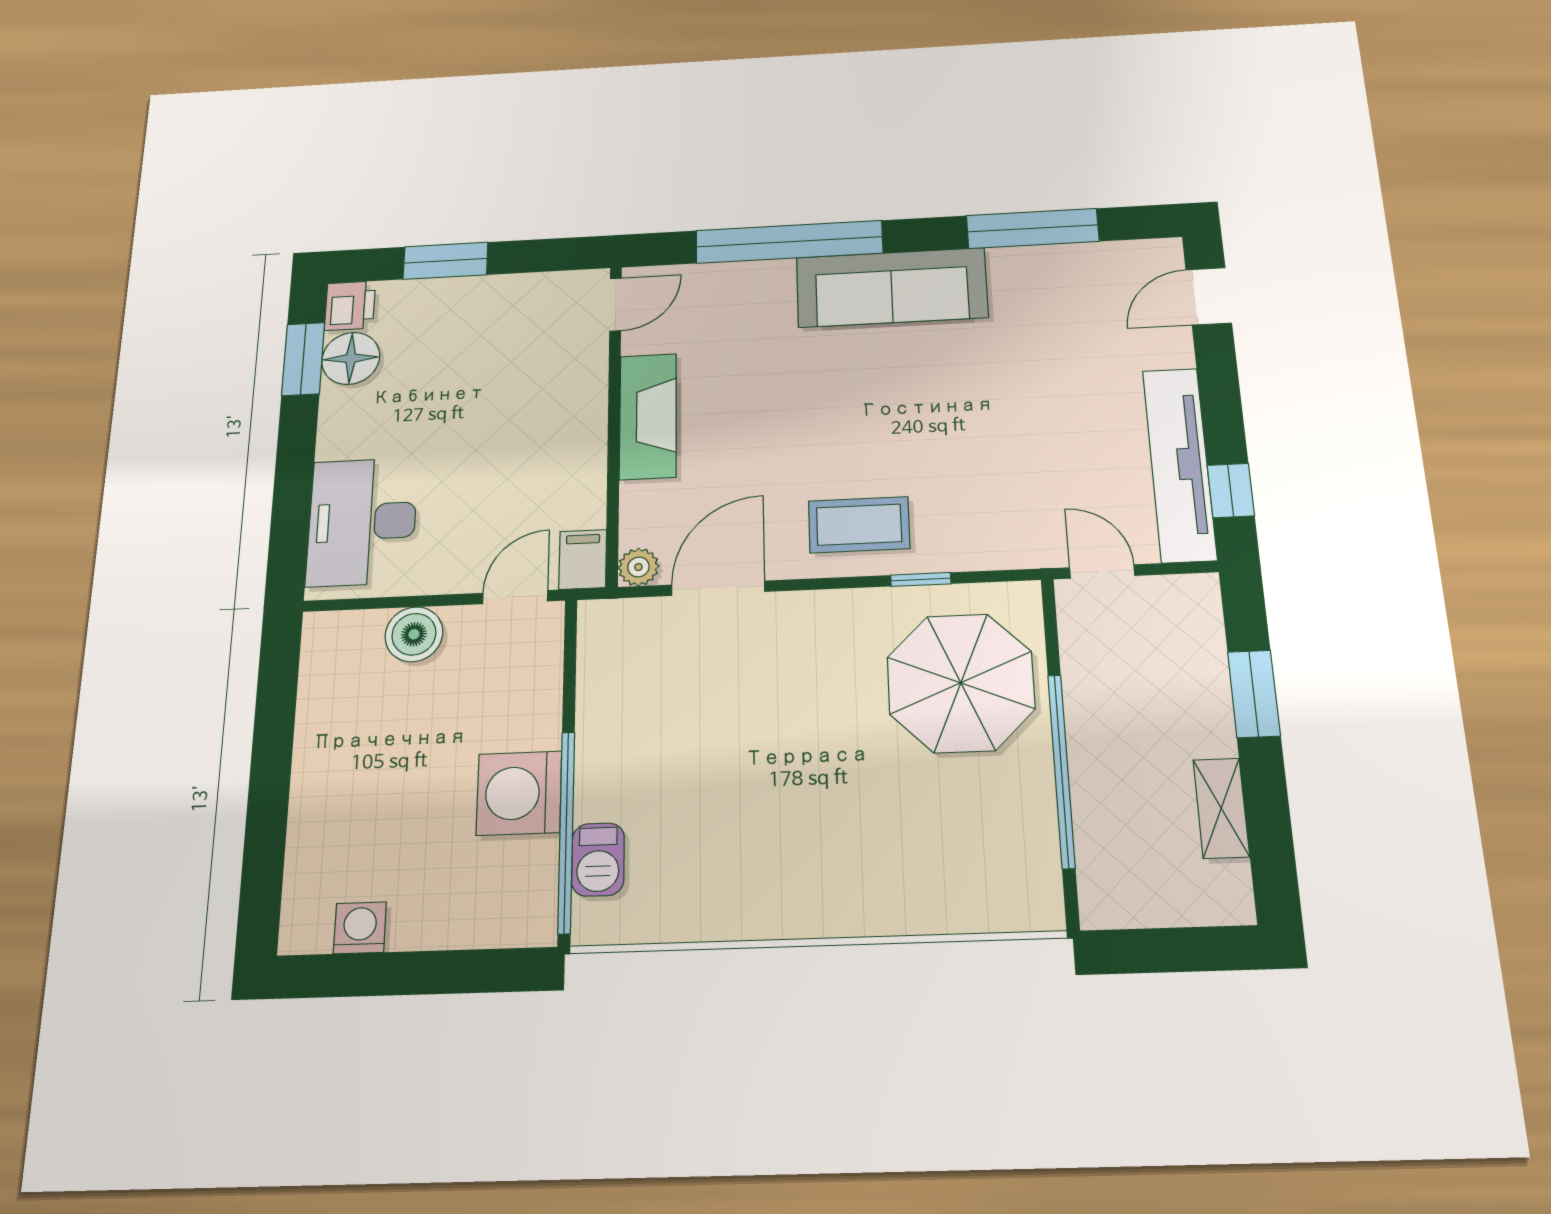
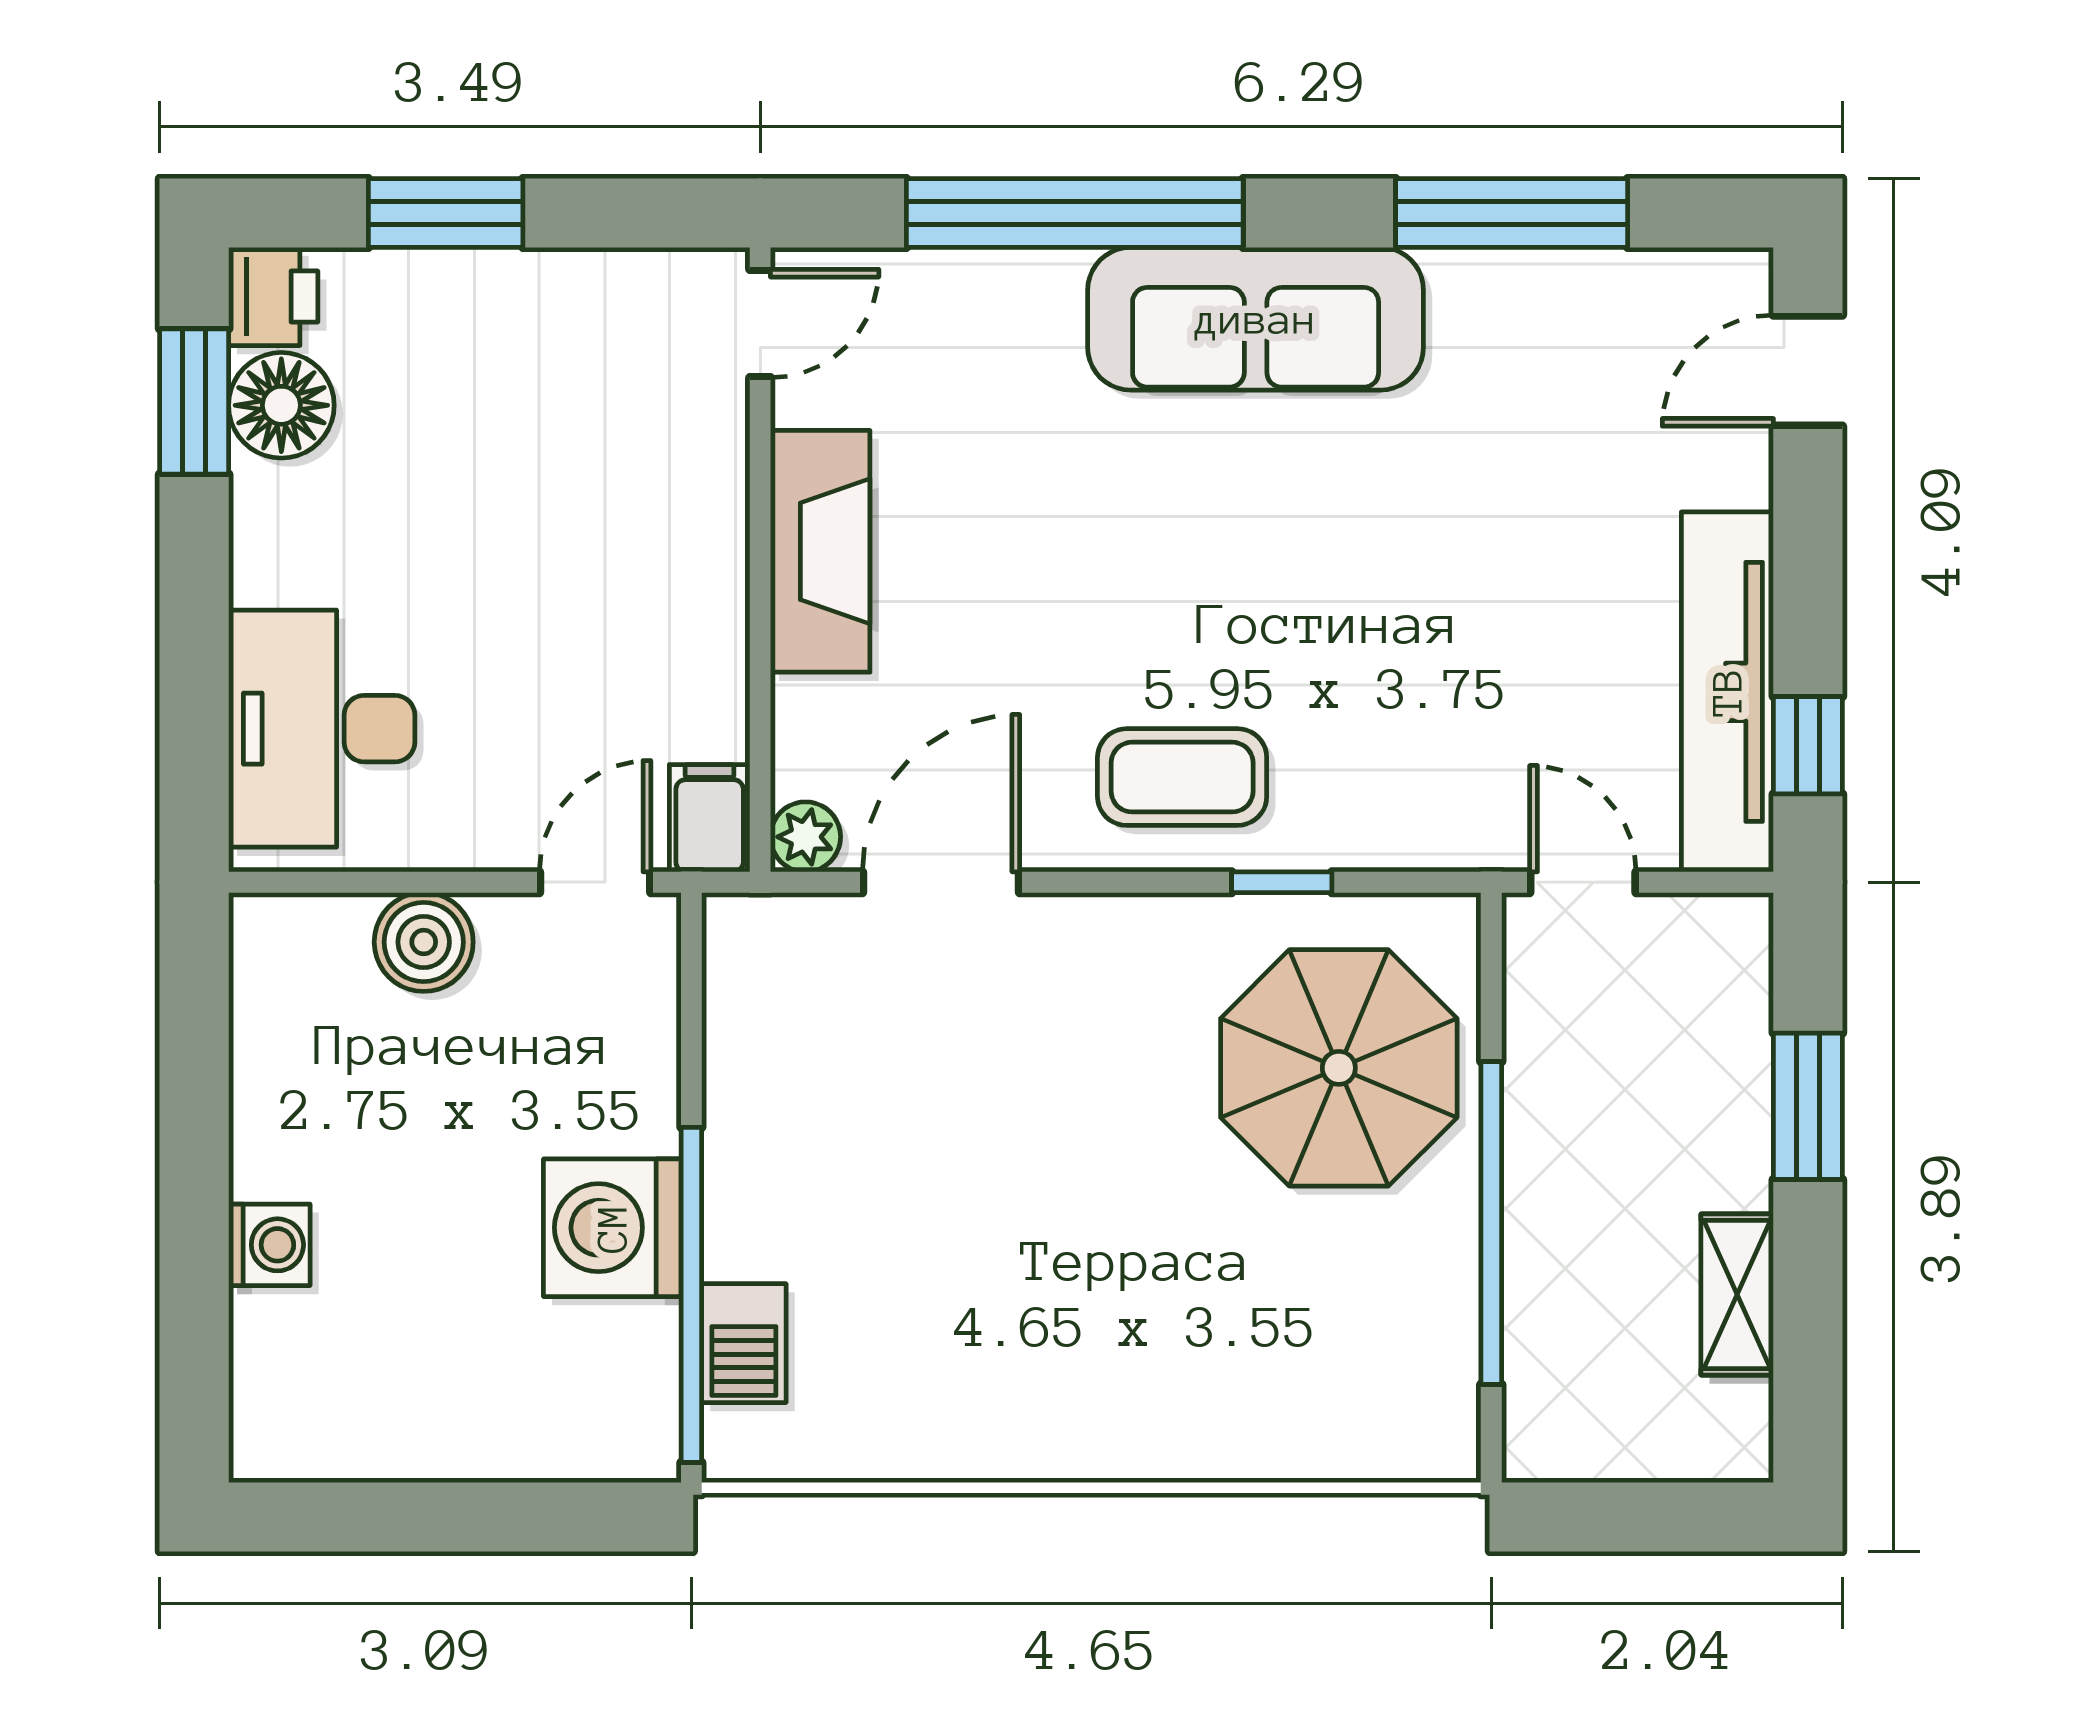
washing machine: (360, 928) -> (269, 1245), moved, turned 90

